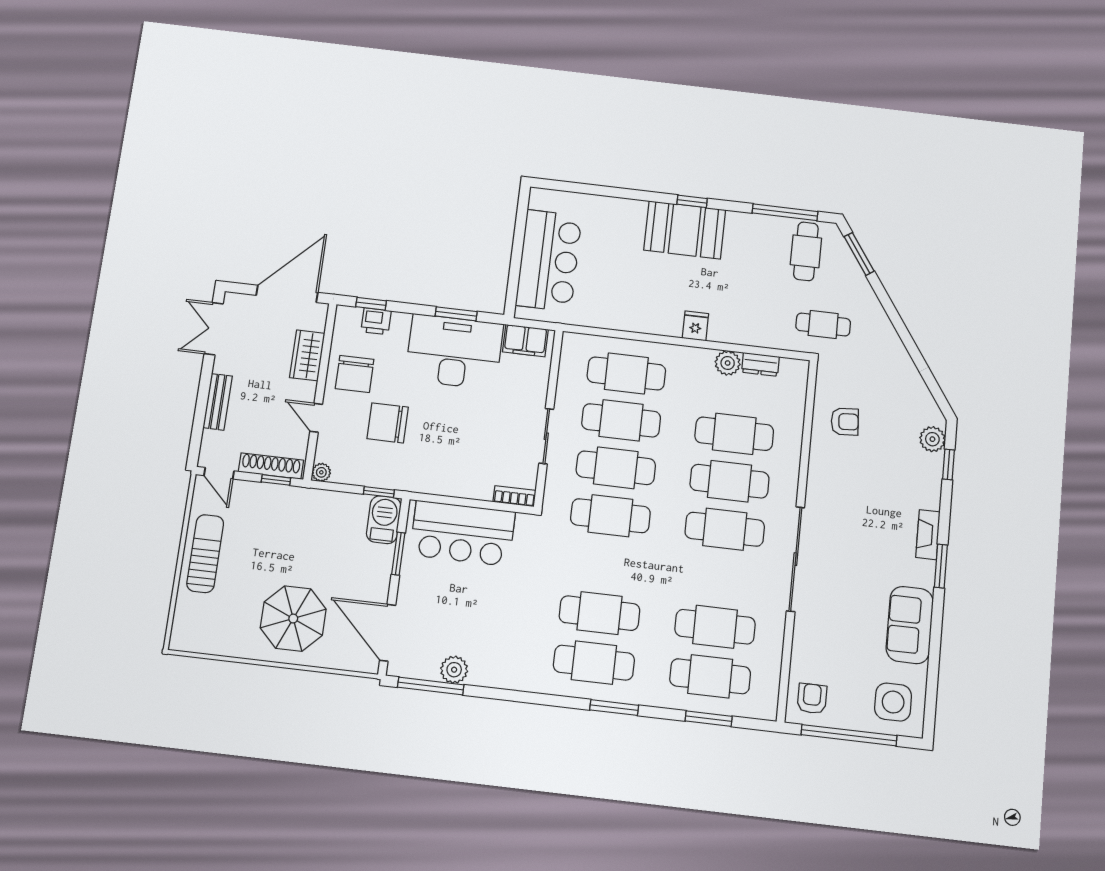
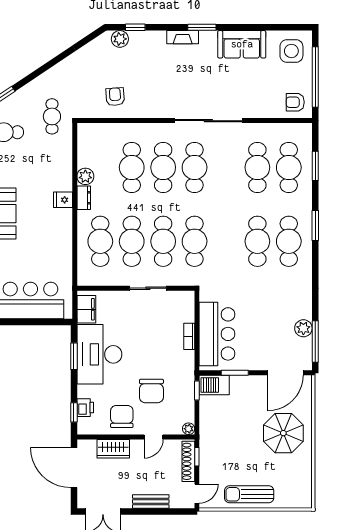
dresser: (760, 364) -> (84, 198), moved
chair: (355, 374) -> (122, 417), turned -90
bookcase: (514, 496) -> (189, 336), moved

